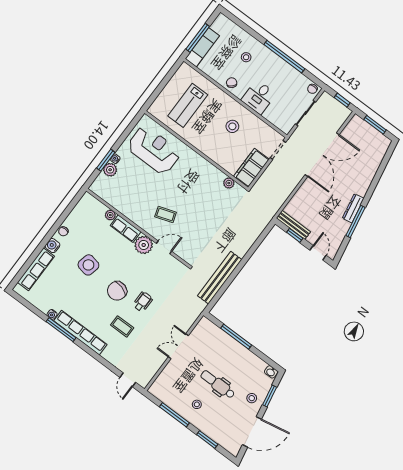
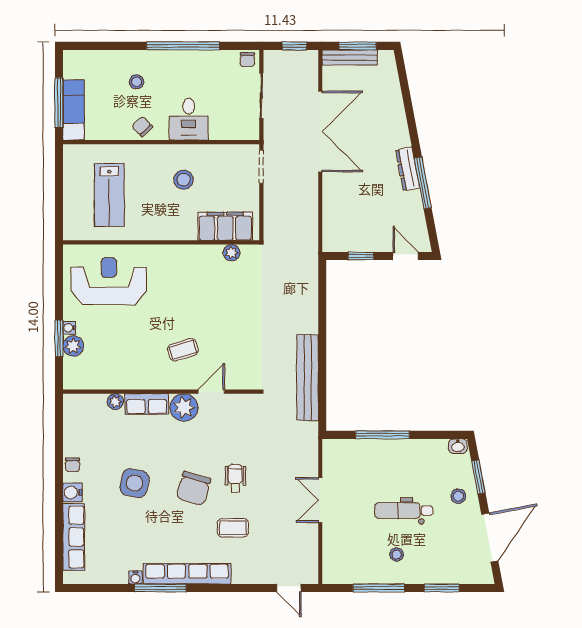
filing cabinet: (251, 168) -> (225, 226), moved, turned 90
bench: (293, 225) -> (350, 57), moved

